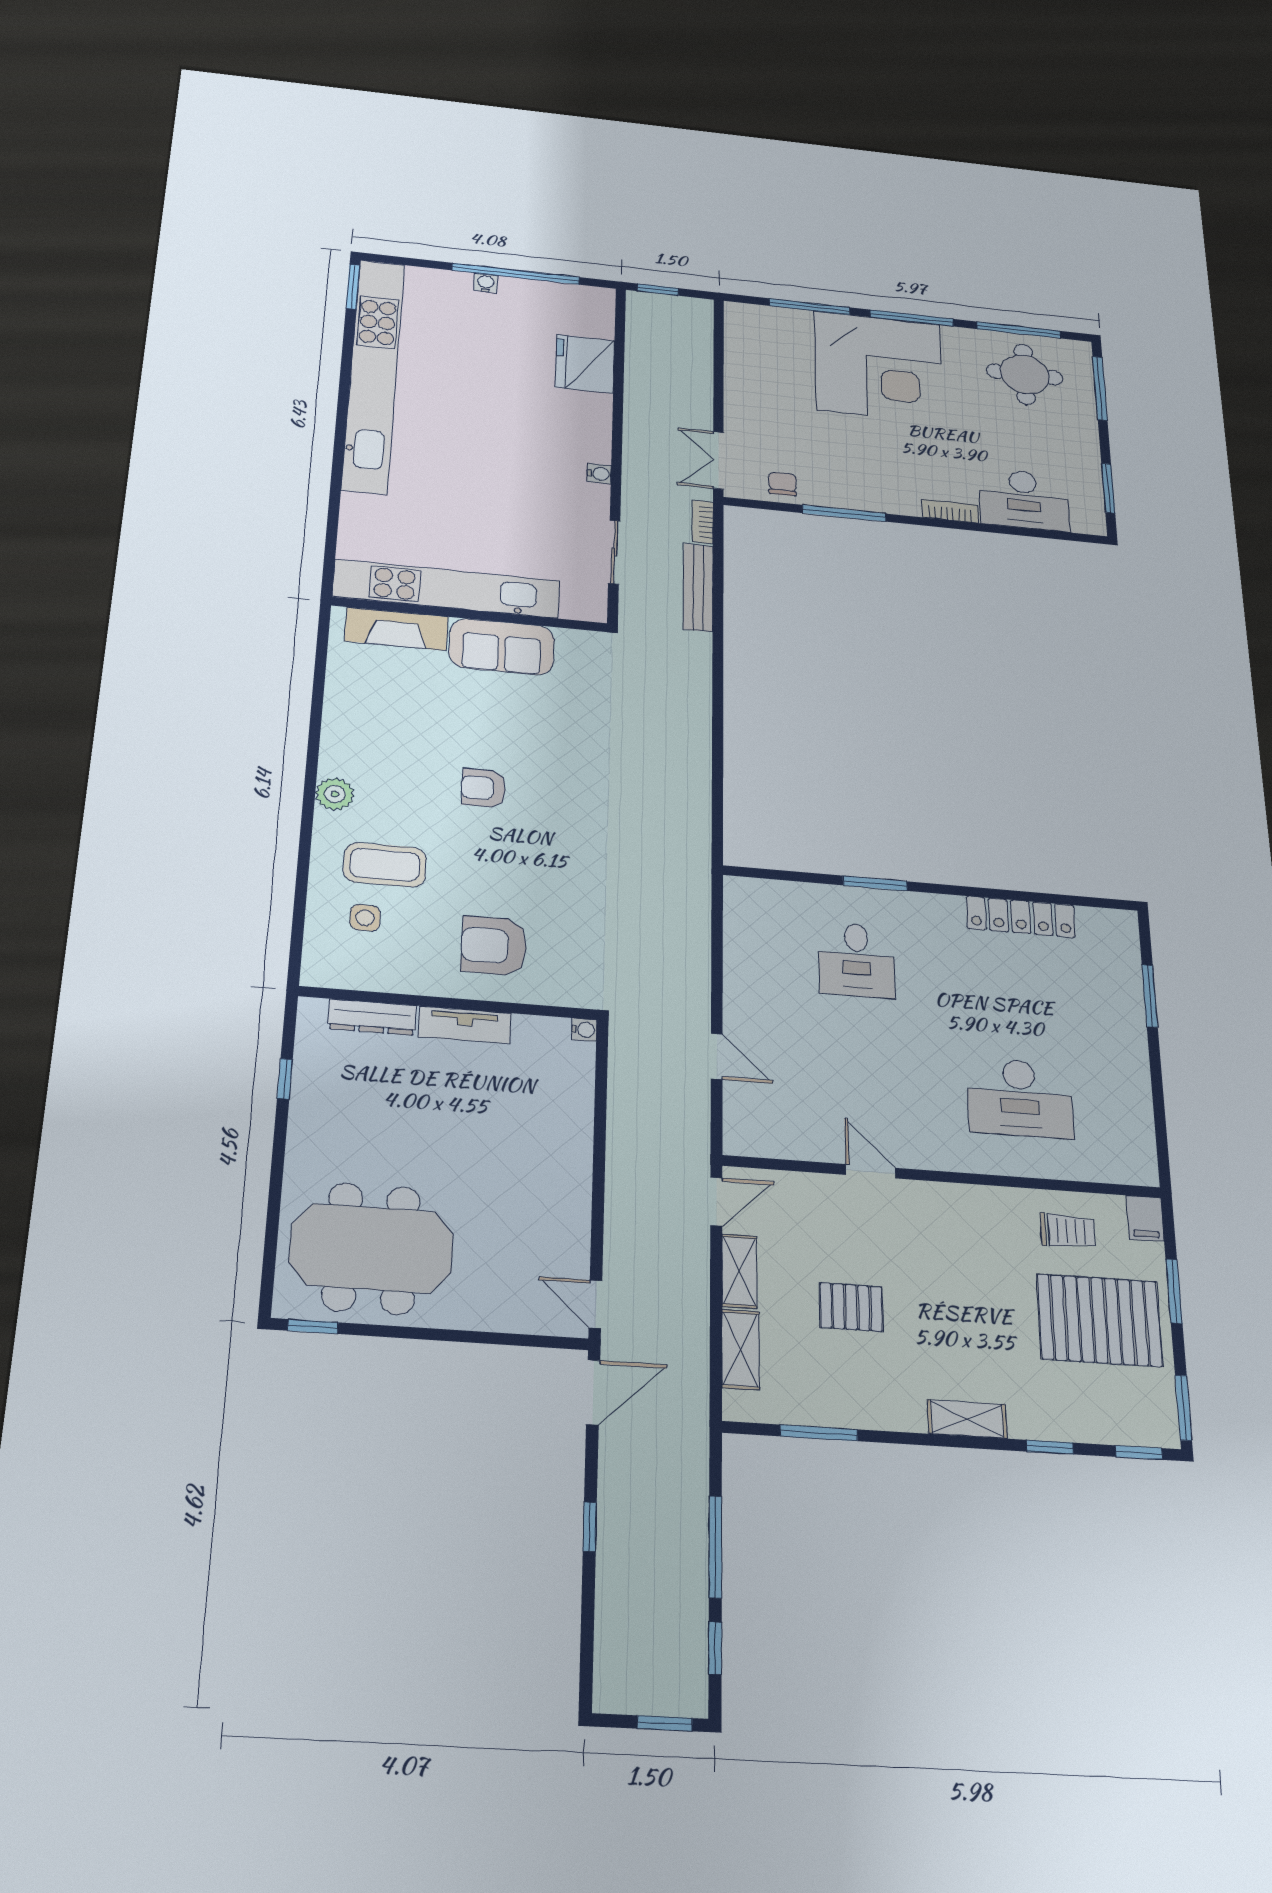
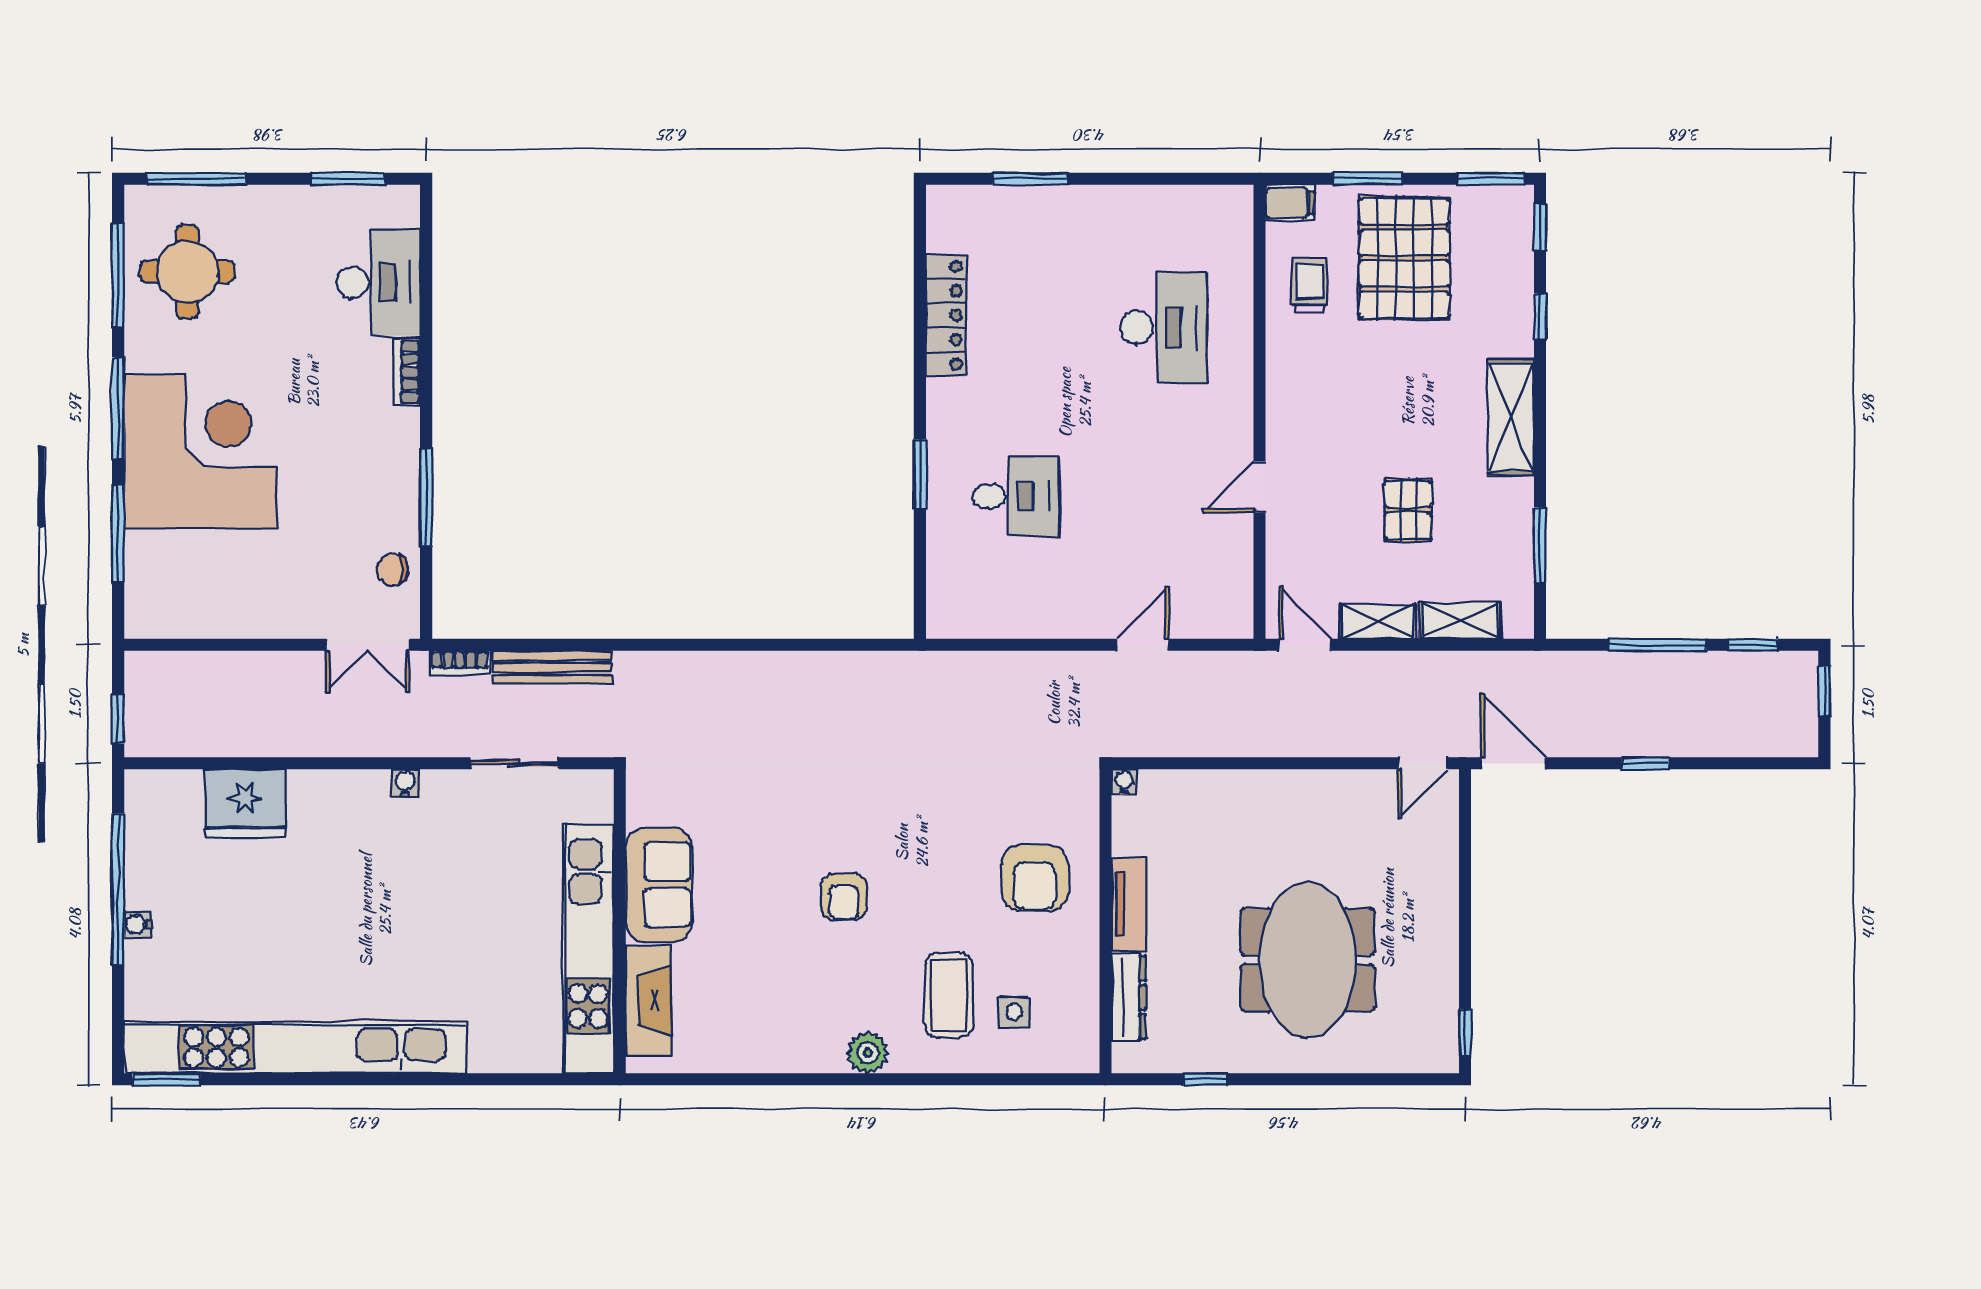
meeting table: (371, 1248) -> (1308, 960), moved
shelving: (967, 1419) -> (1511, 417), width x1.50, depth x1.33

